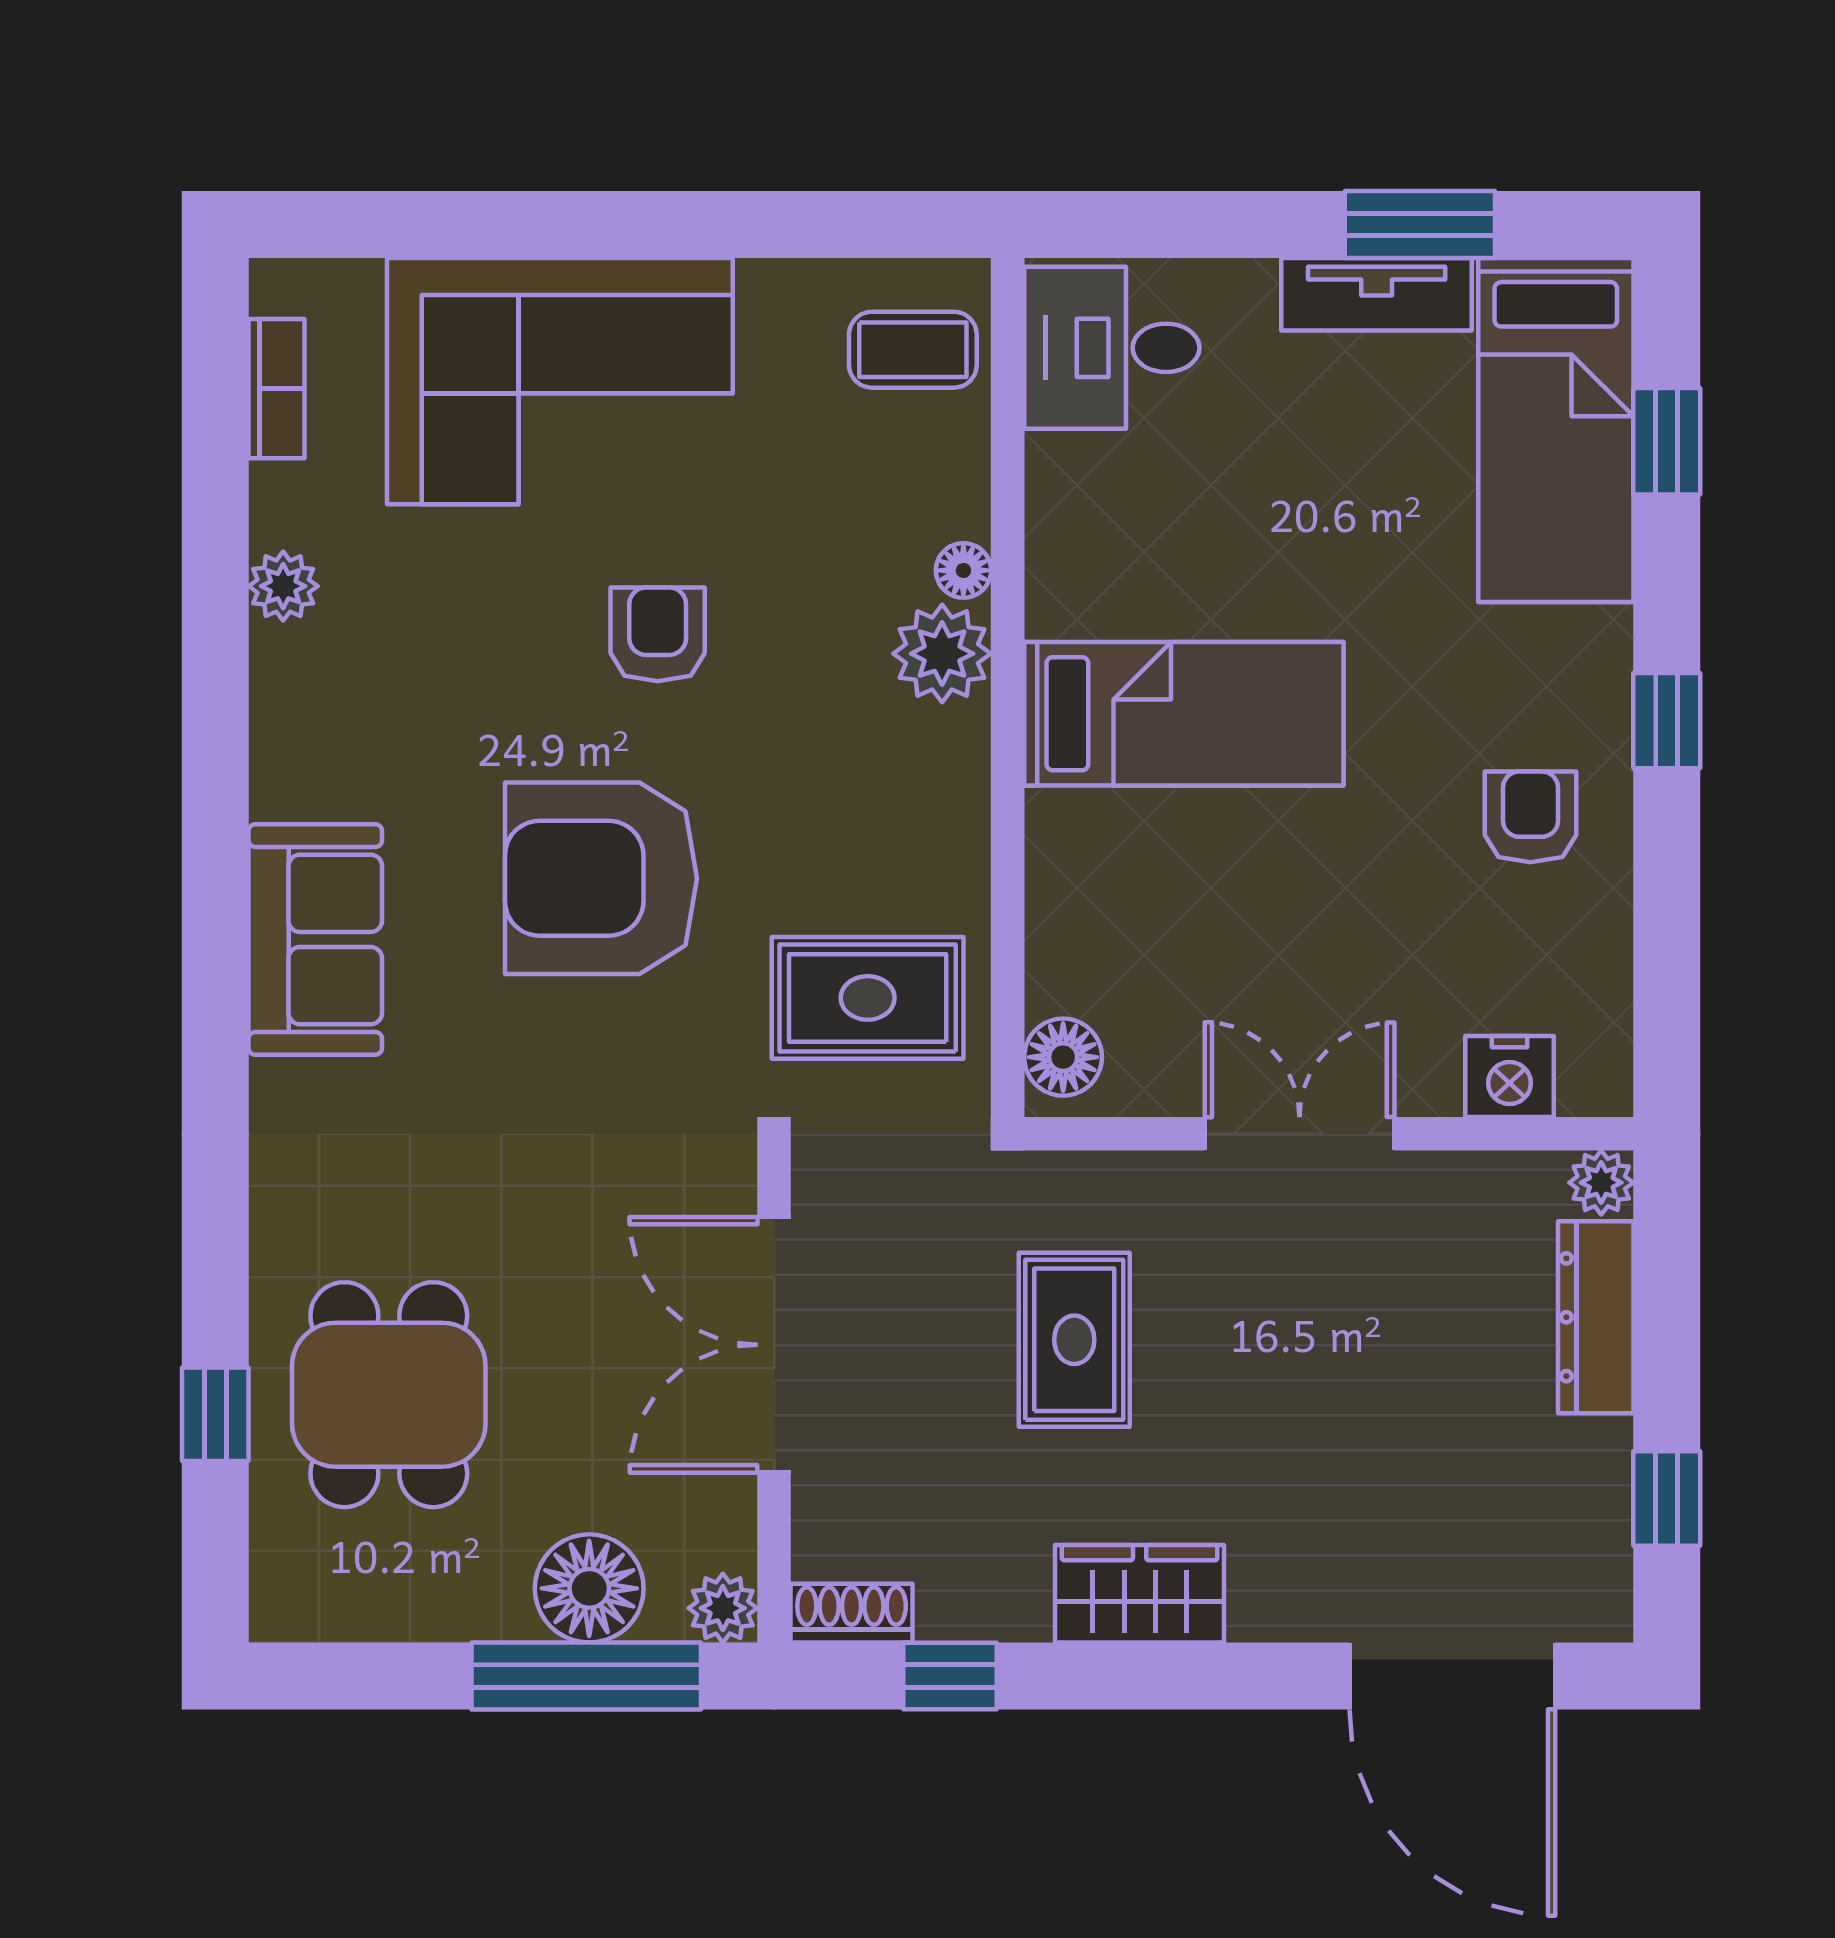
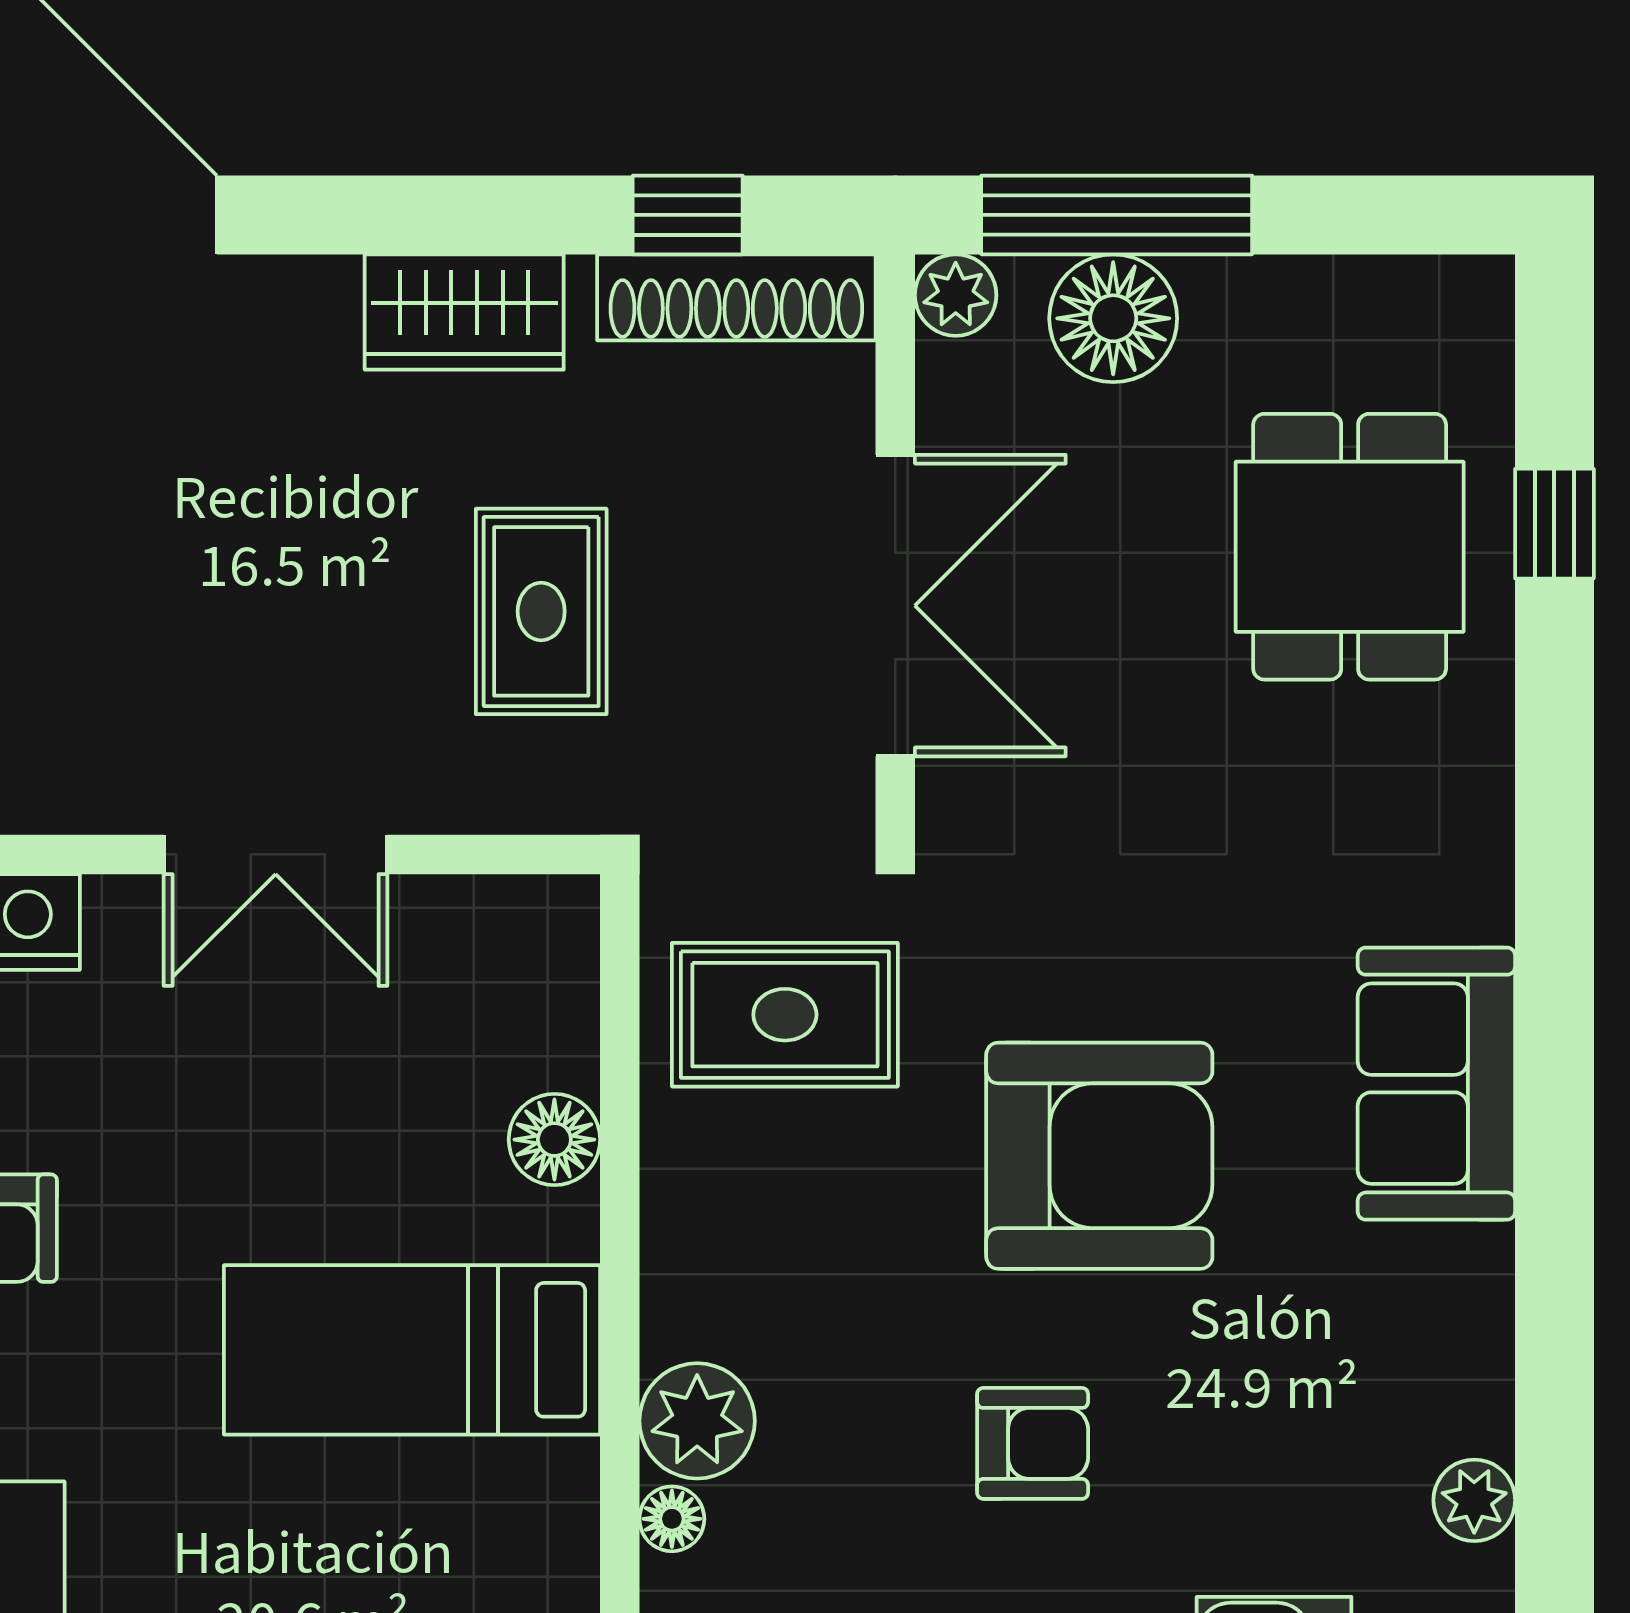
armchair: (658, 634) -> (1033, 1443), turned -90
floor lamp: (1063, 1057) -> (554, 1140), moved
shoe rack: (852, 1613) -> (736, 297), width x1.94, depth x1.24

